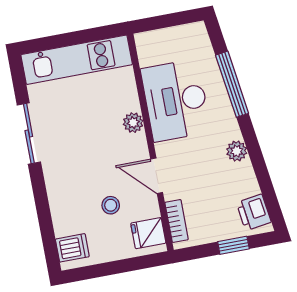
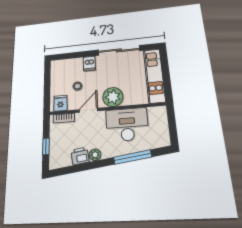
plant: (133, 123) -> (113, 97), width x1.88, depth x1.88
sliding door: (29, 133) -> (119, 50), width x1.37
printer: (254, 212) -> (80, 156), moved
dishwasher: (72, 248) -> (89, 63), moved

